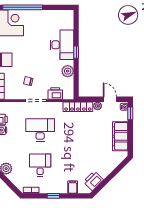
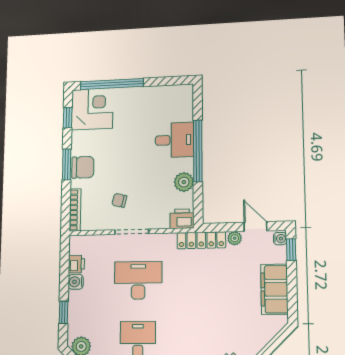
desk: (62, 45) -> (174, 140), width x0.73
window: (76, 52) -> (198, 151), width x3.17
printer: (55, 93) -> (182, 219), moved

